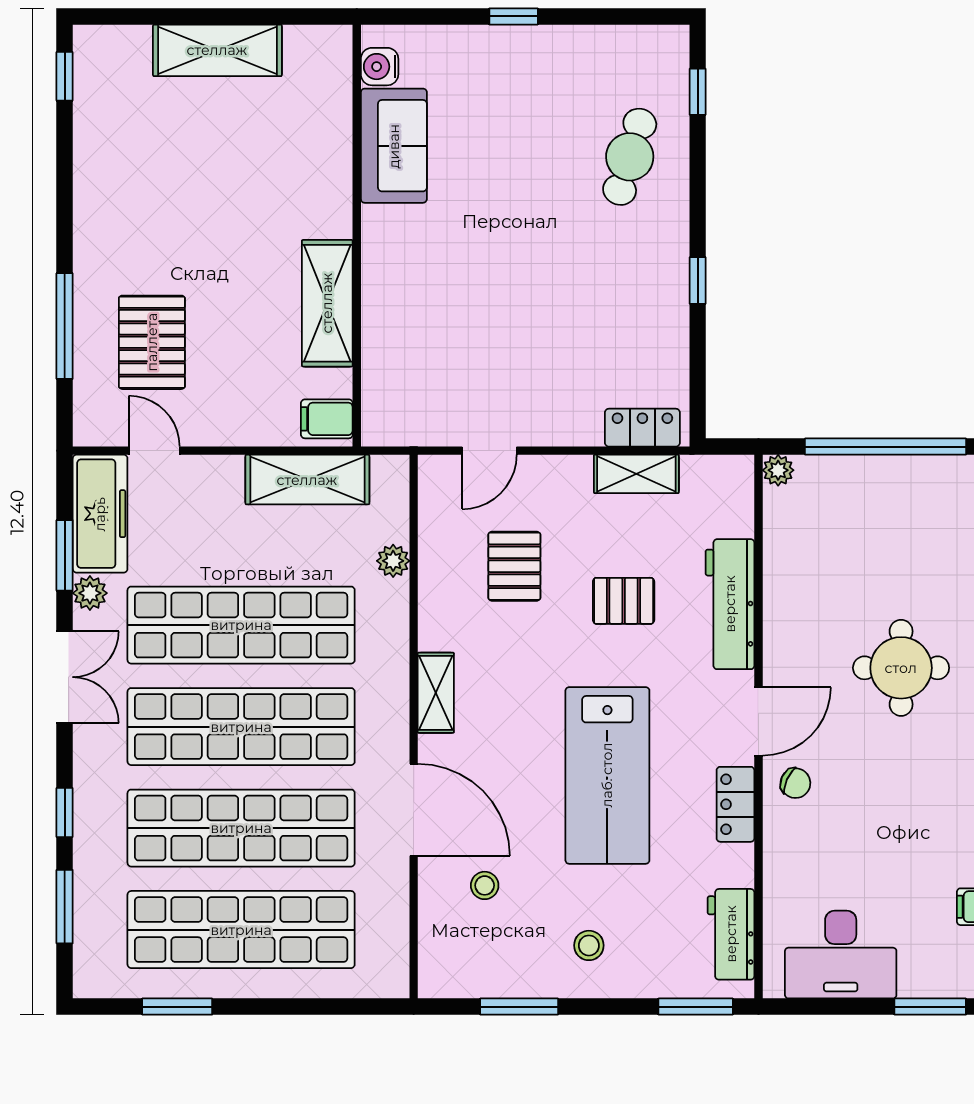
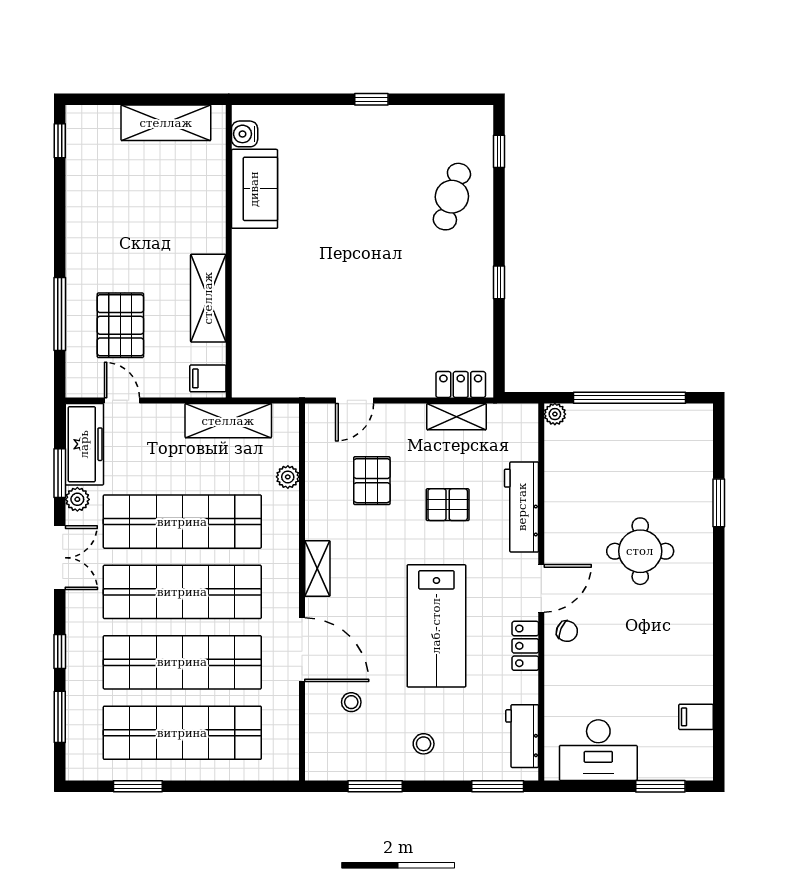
water cooler: (380, 67) -> (245, 134), moved
sofa: (394, 146) -> (254, 189), moved
wall: (357, 236) -> (229, 251), moved
shelving: (327, 303) -> (208, 298), moved
filing cabinet: (327, 419) -> (208, 378), moved

